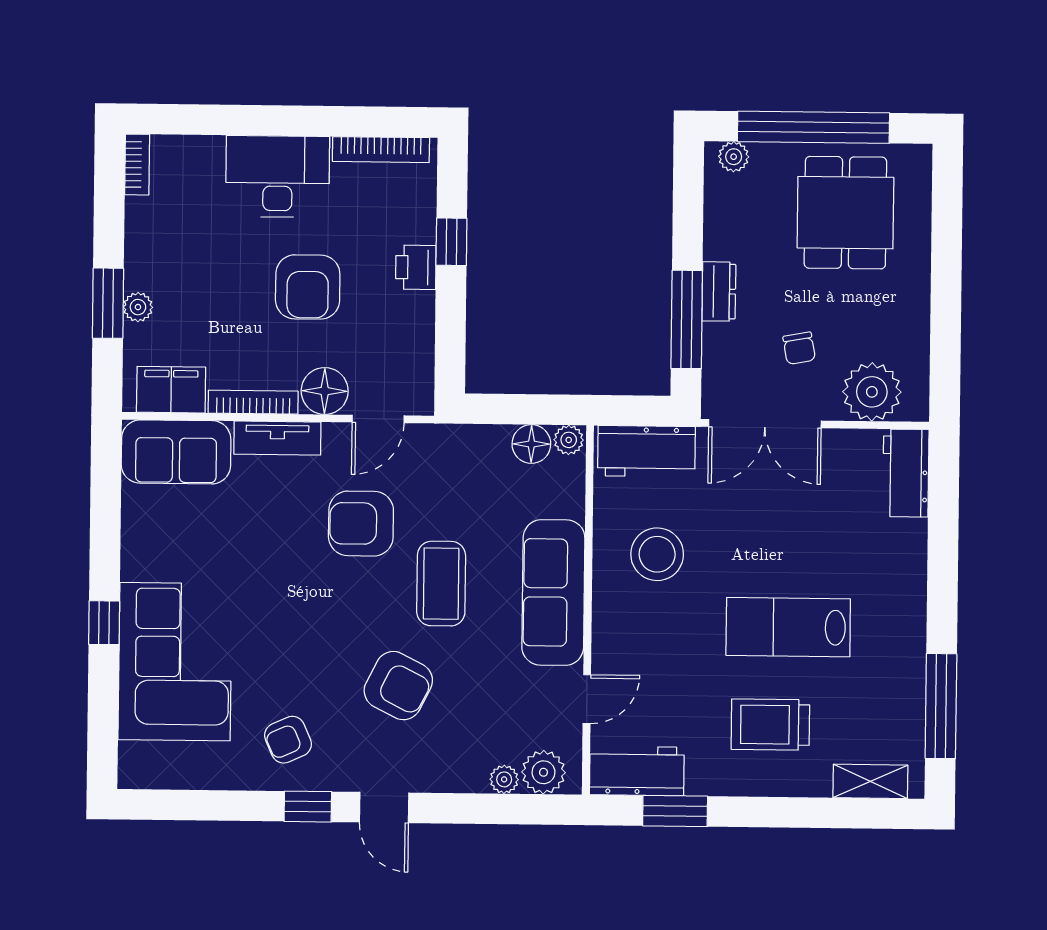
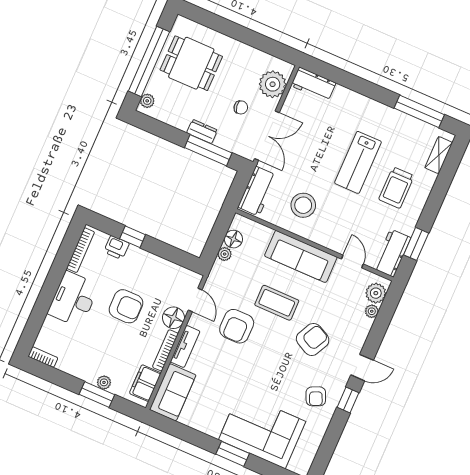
printer: (416, 267) -> (117, 248), moved
plant: (569, 440) -> (225, 254), moved
window: (104, 623) -> (233, 454), width x1.50

